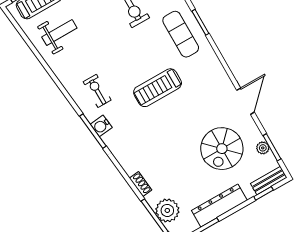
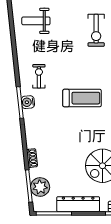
weight bench: (59, 33) -> (36, 21), turned 180
treadmill: (158, 88) -> (82, 98), turned 180

